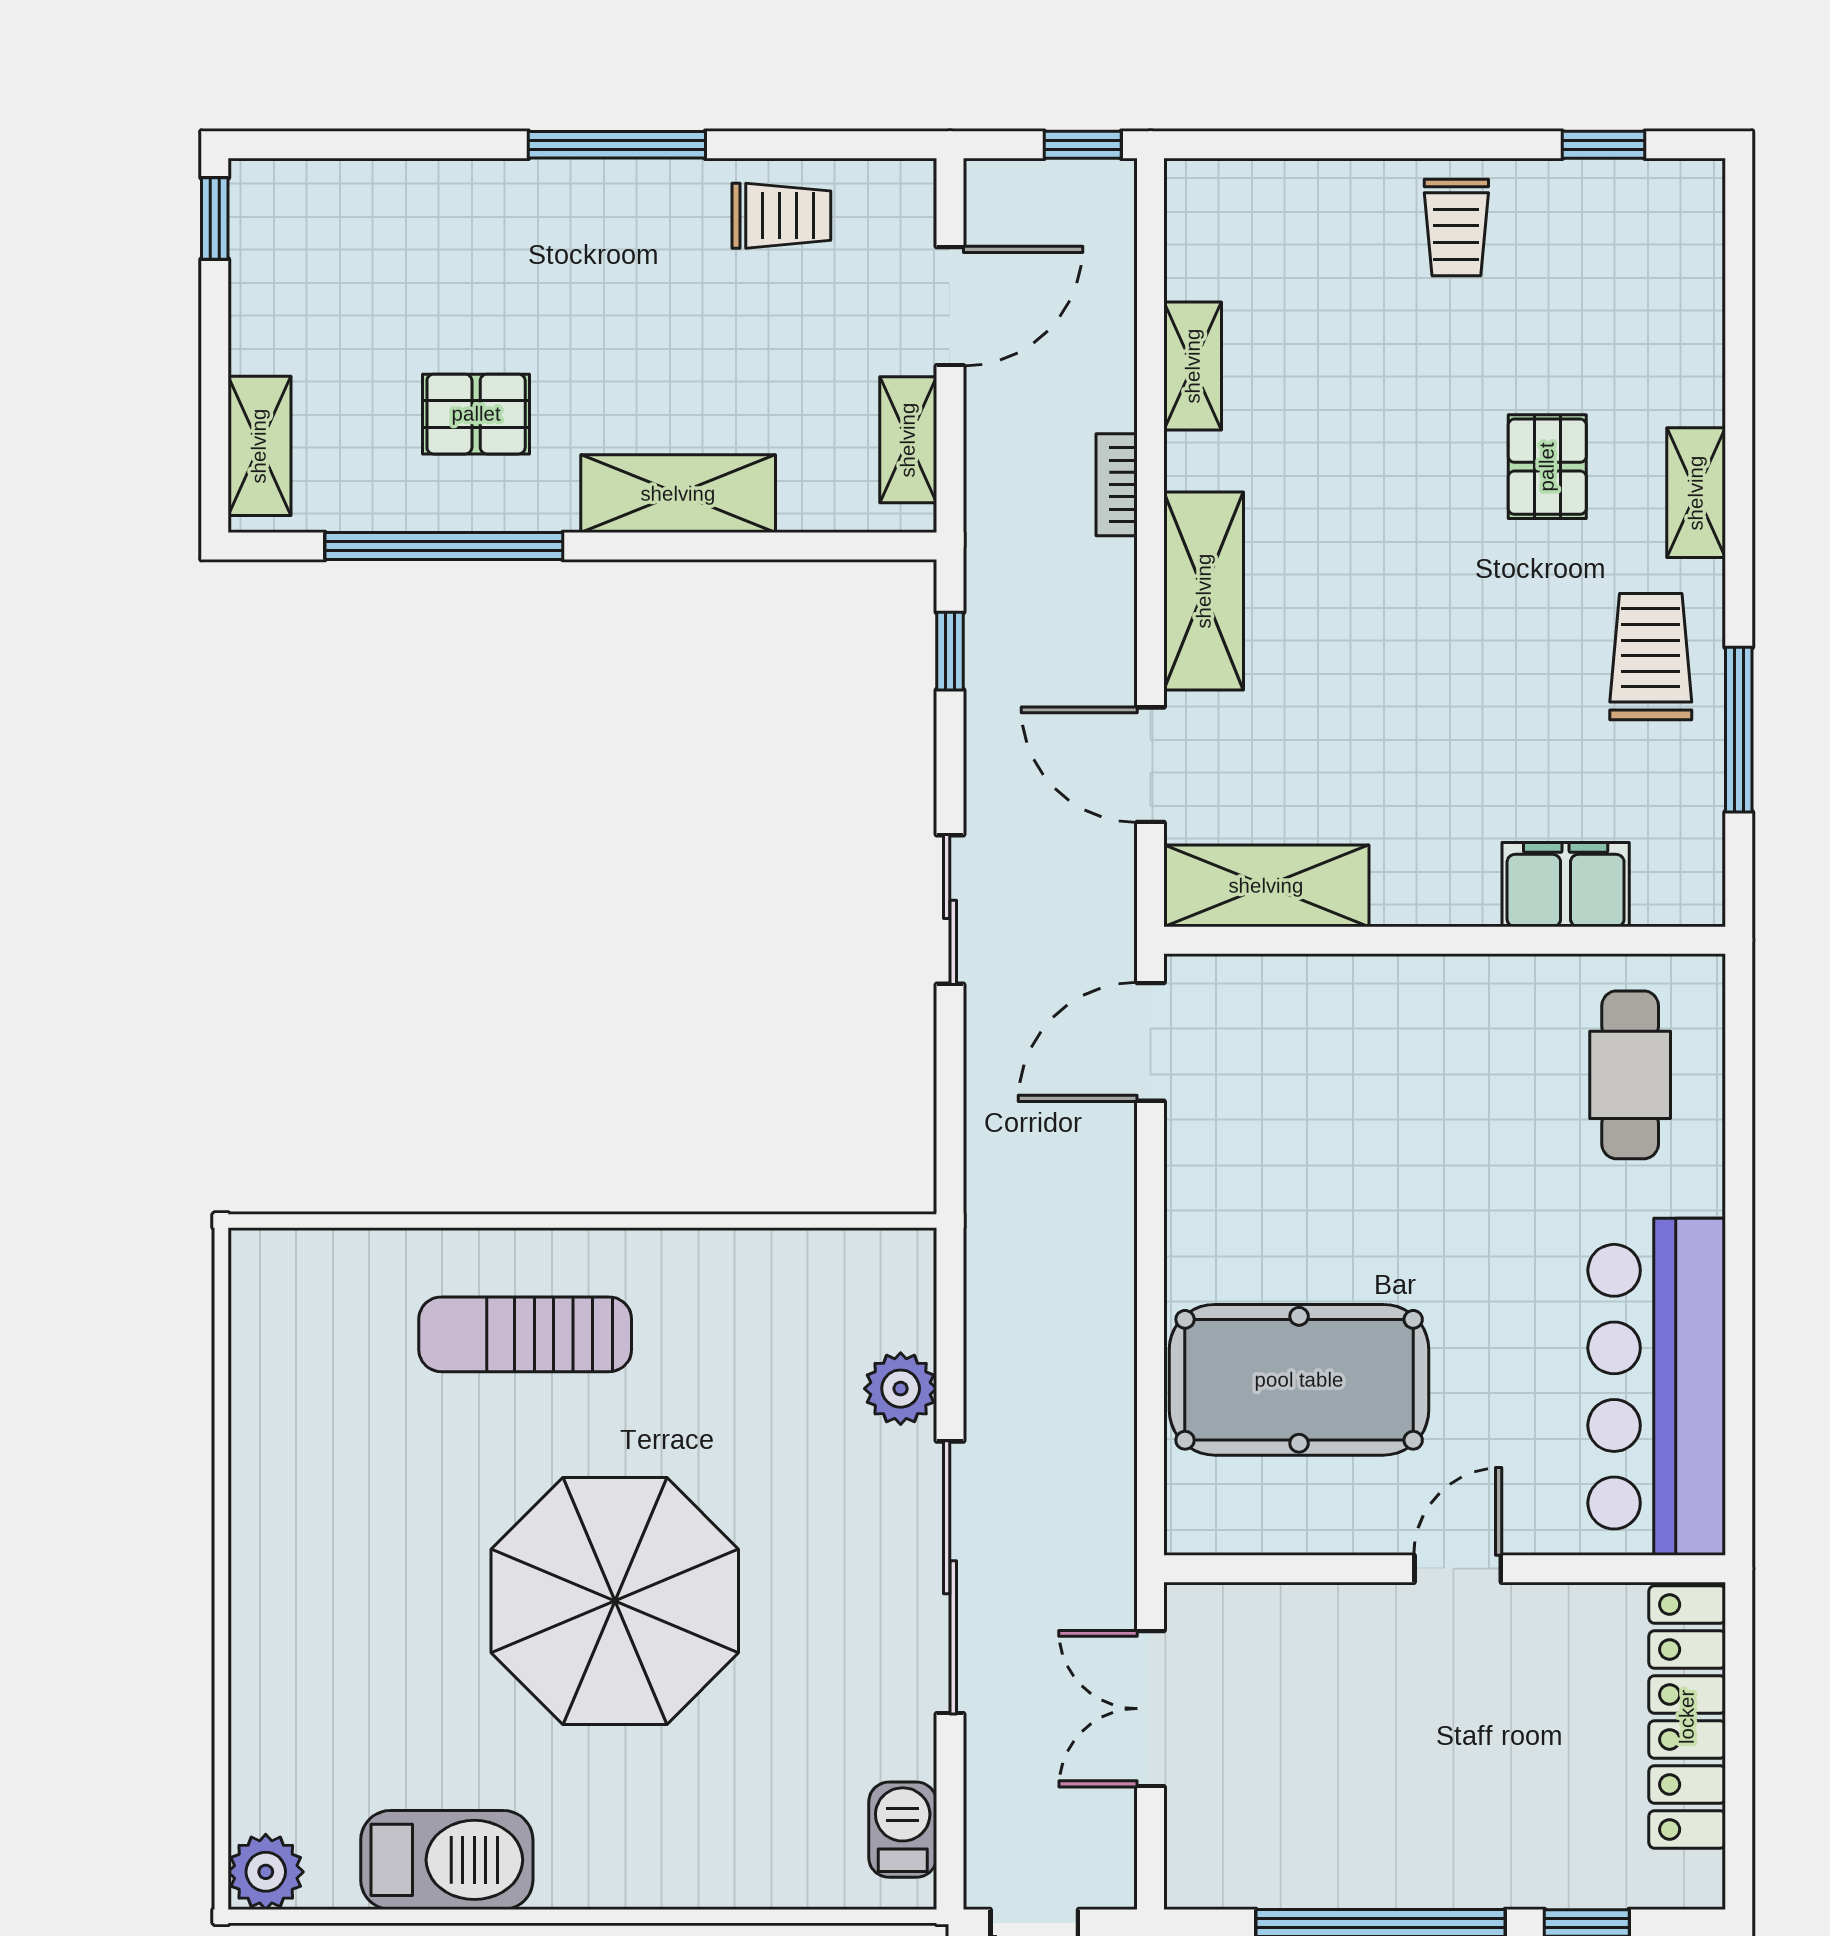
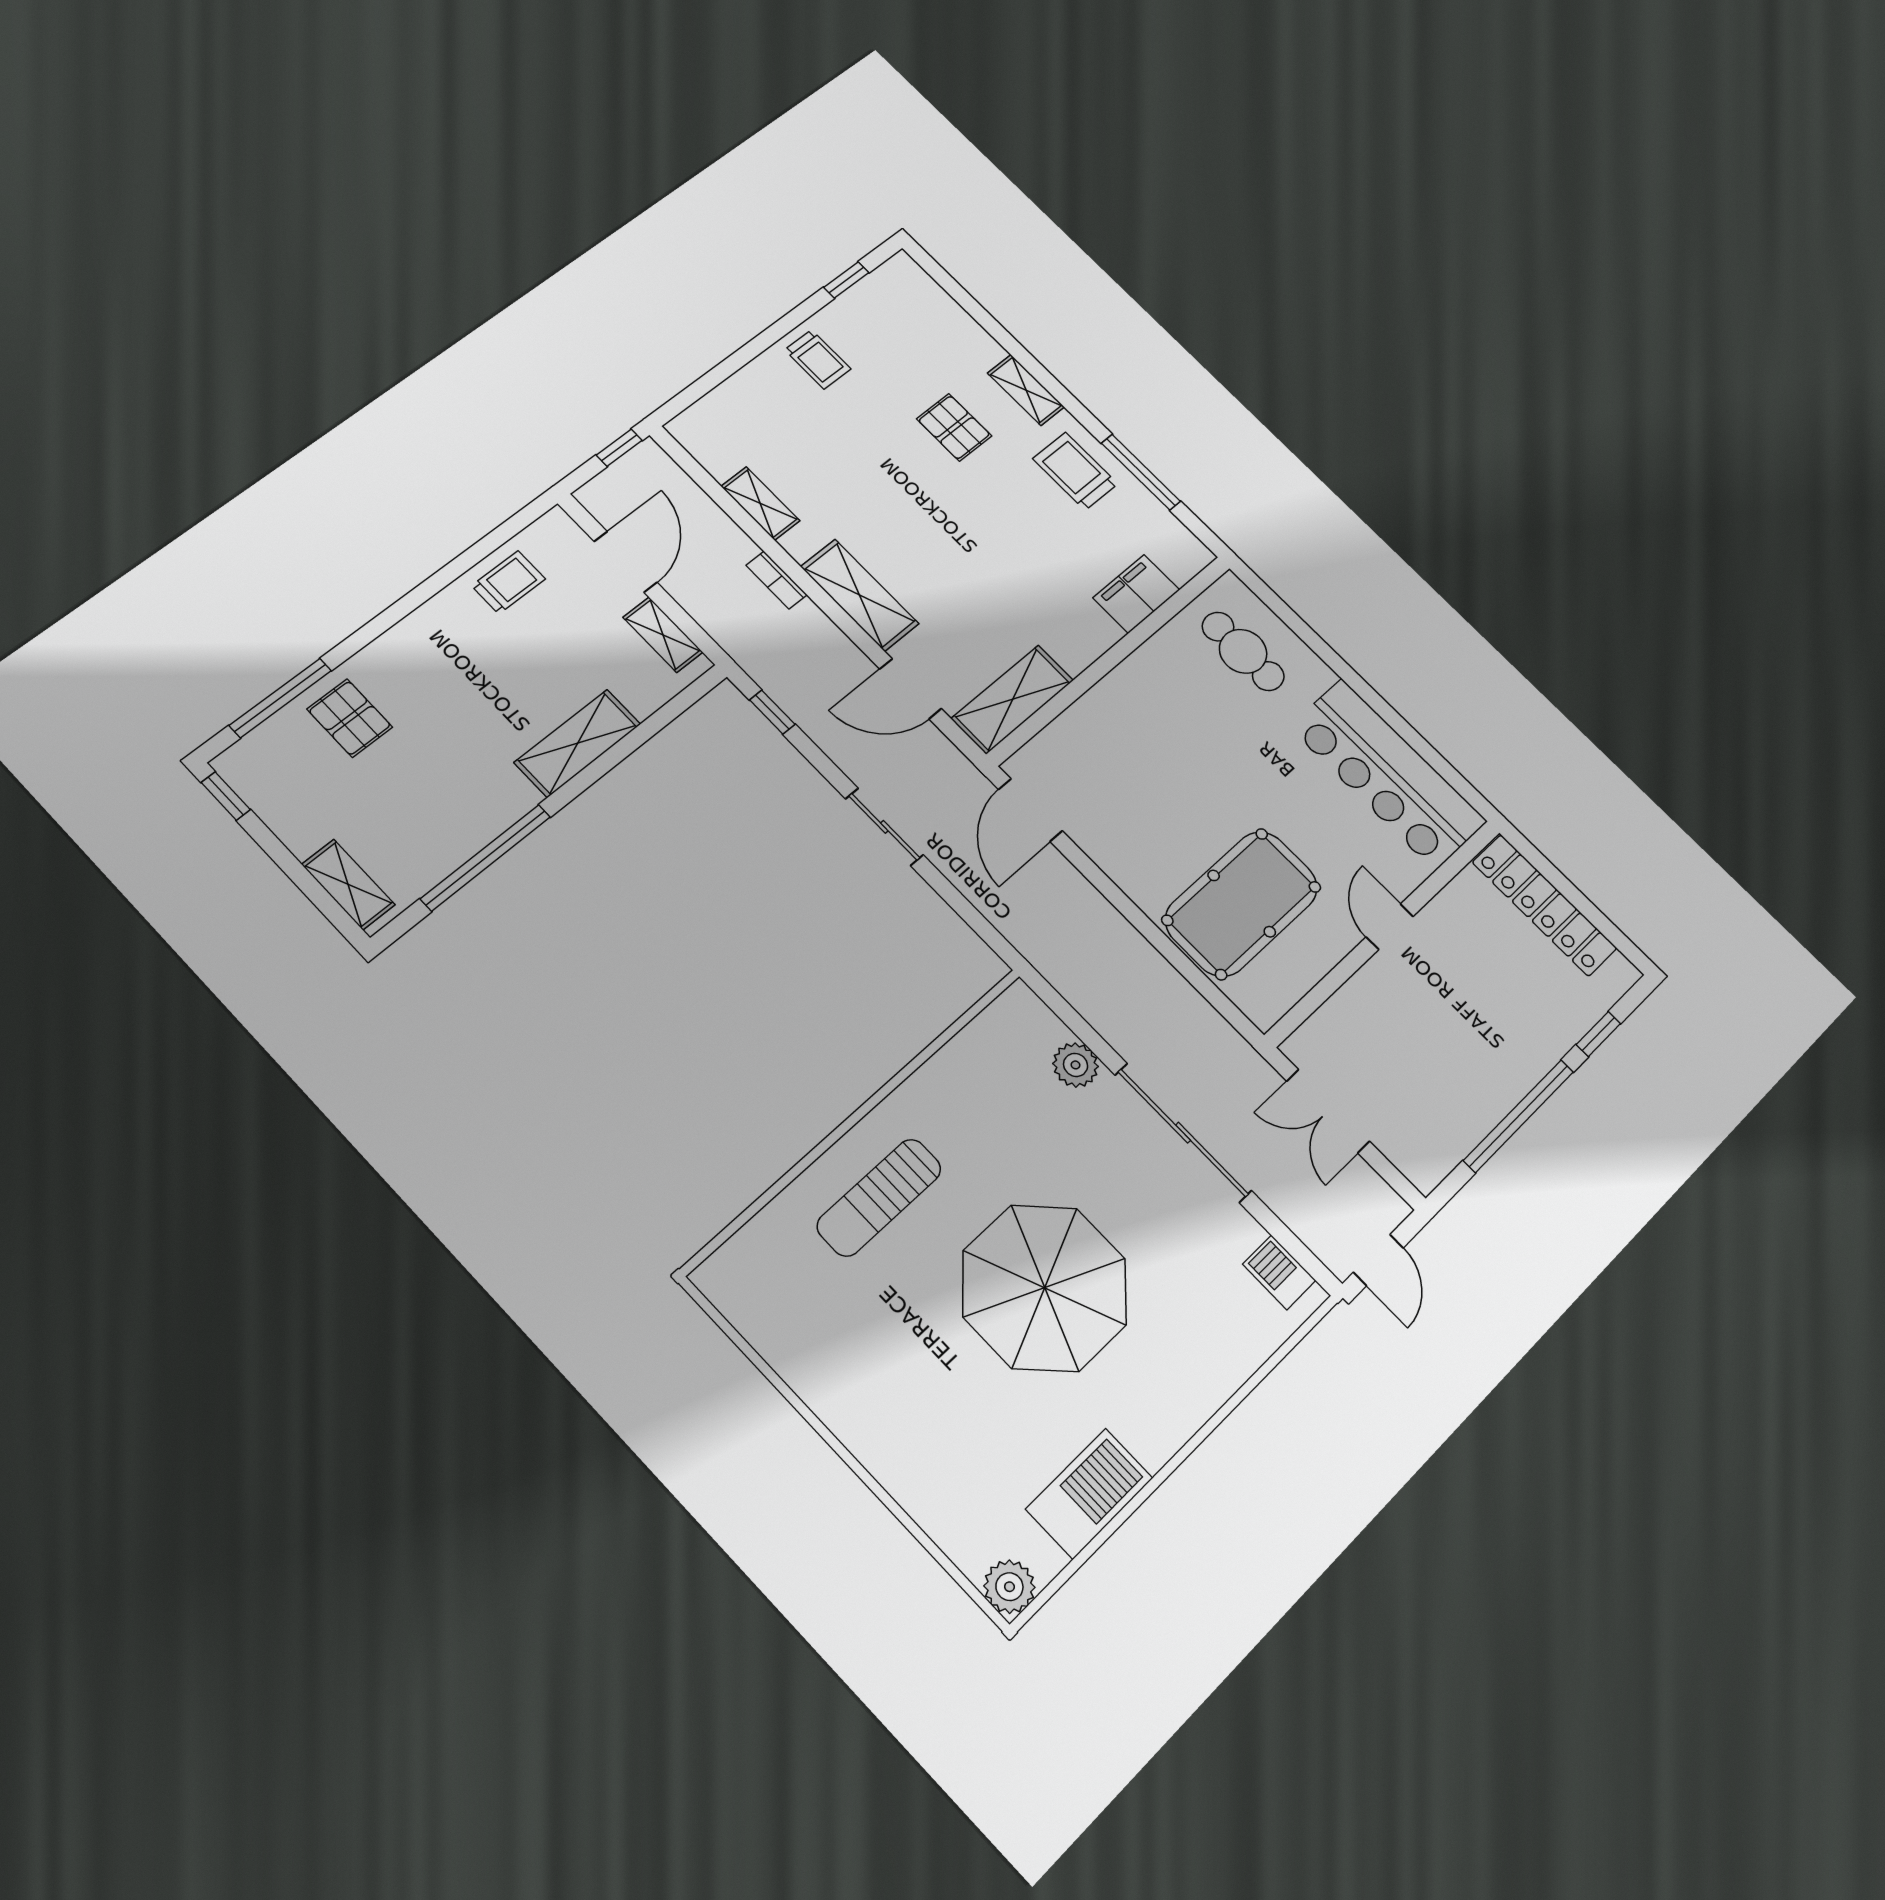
window: (617, 145) -> (280, 698), moved
pallet: (476, 414) -> (350, 718), moved, turned 90

